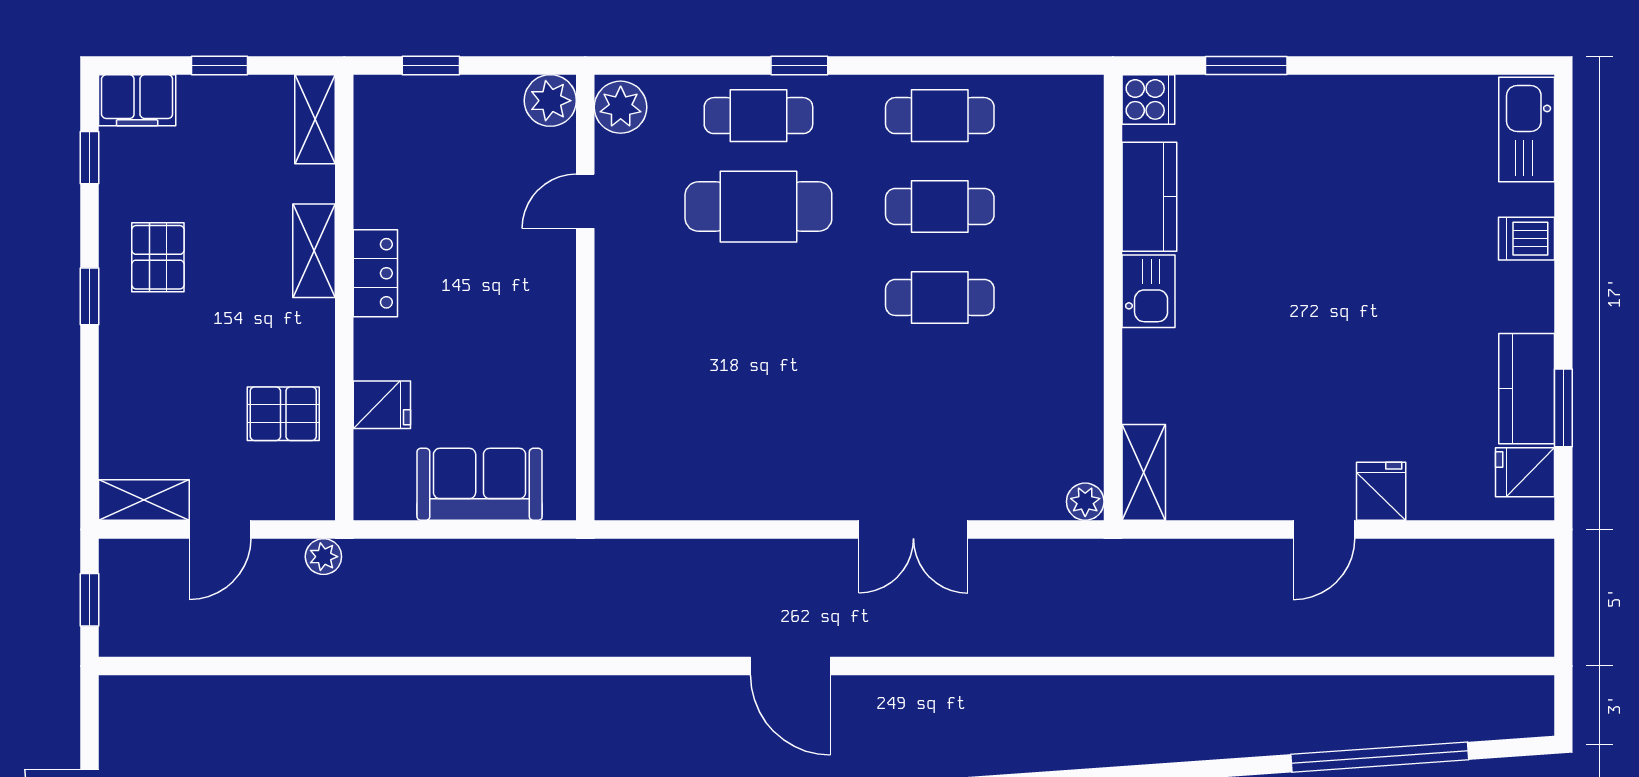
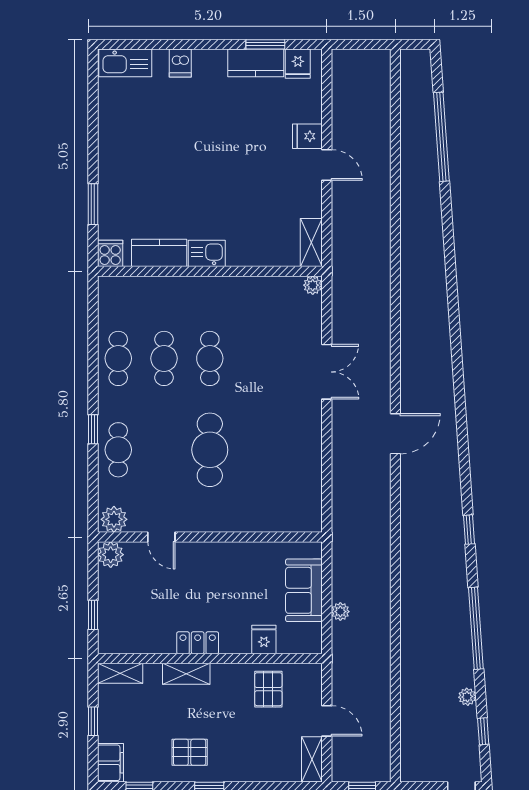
cafe table: (758, 207) -> (210, 450), moved
shelving: (1144, 472) -> (311, 242), moved, turned 90
plant: (323, 557) -> (340, 612), moved

